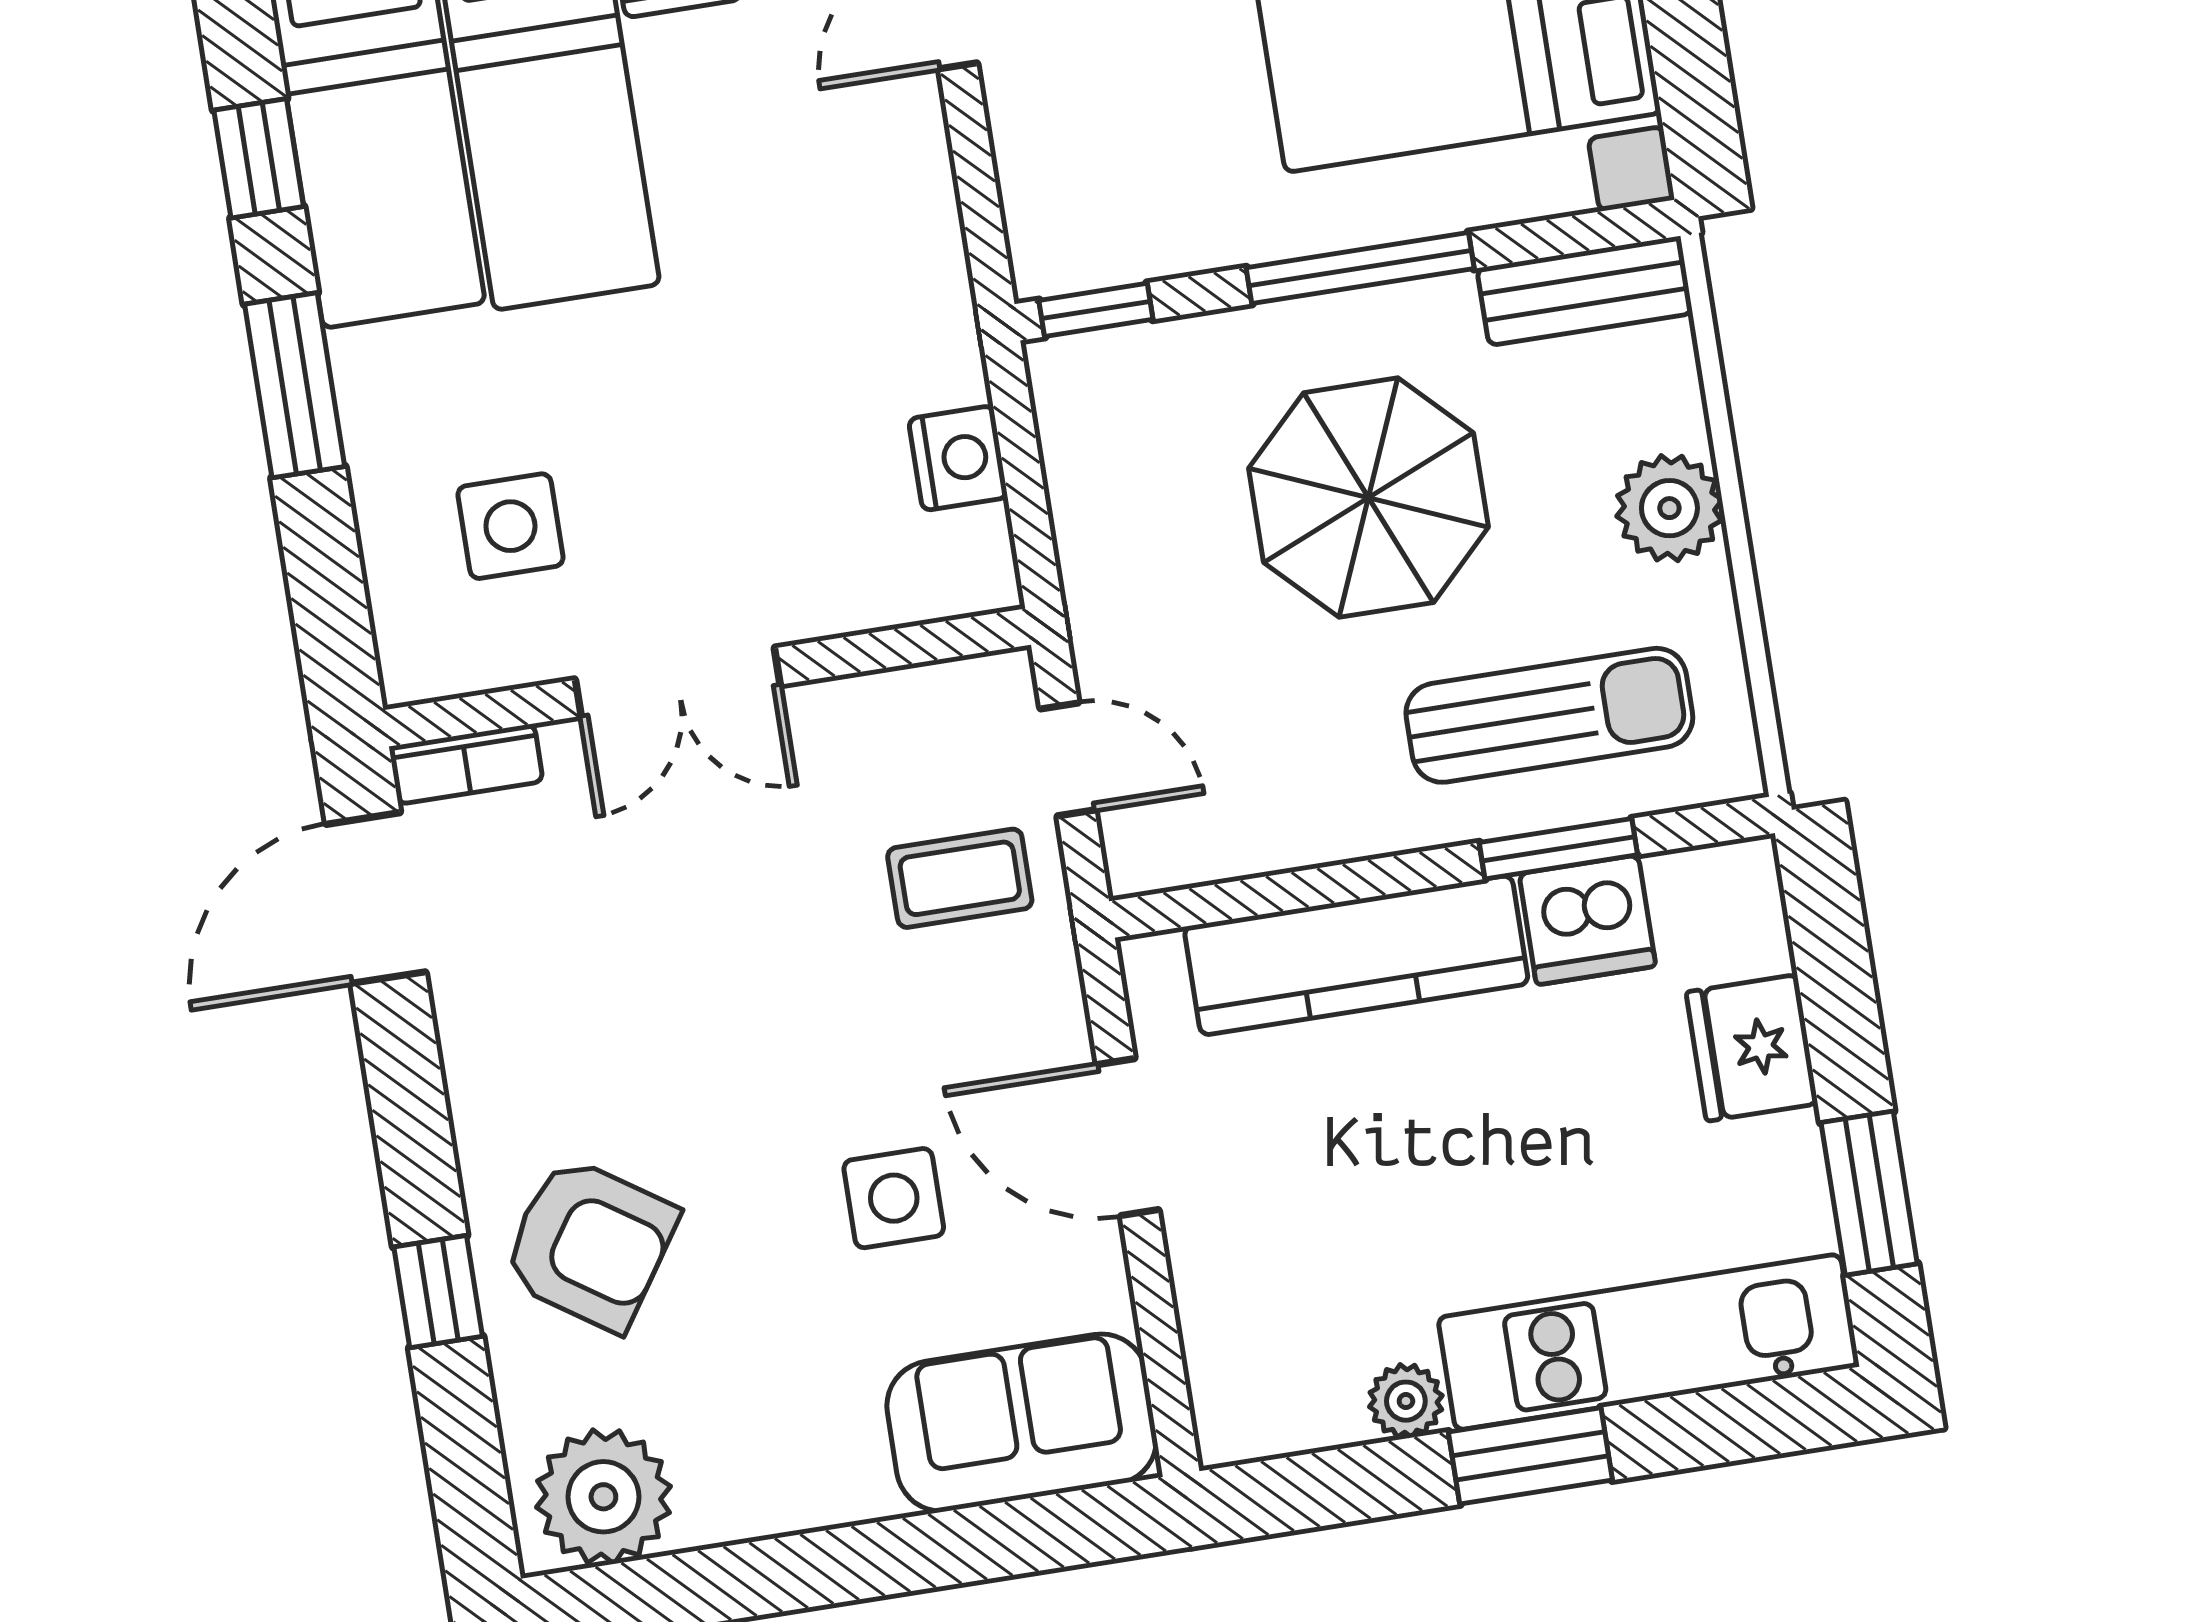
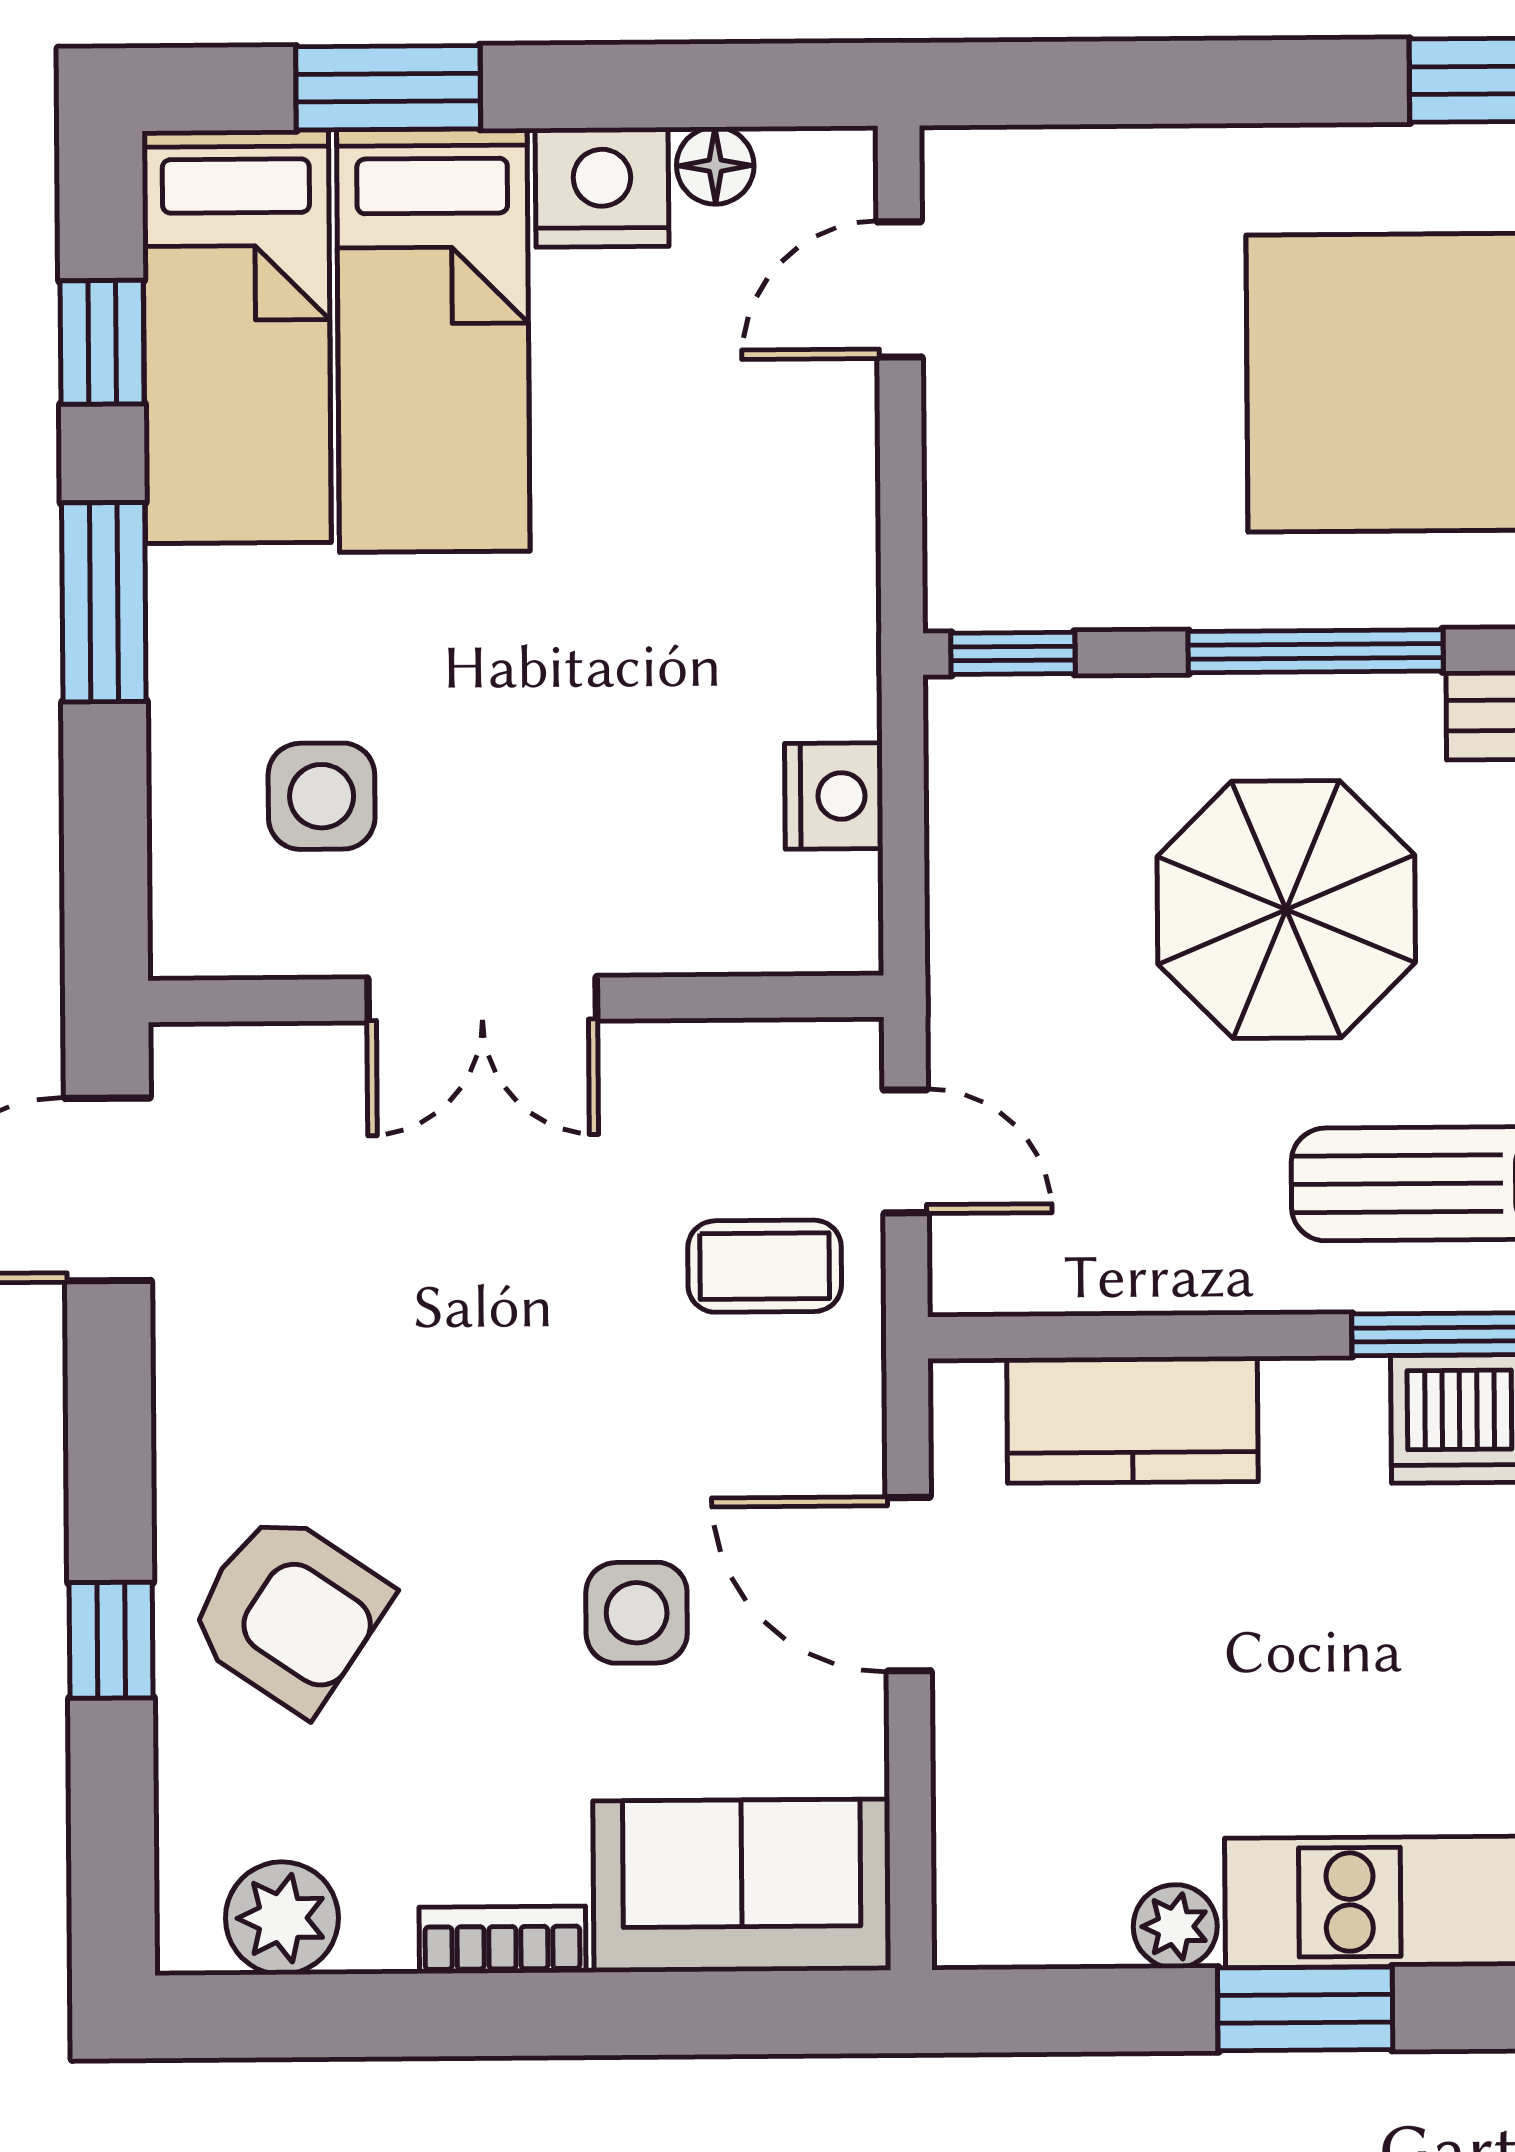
bookcase: (466, 764) -> (502, 1940), moved, turned 180
kitchen counter: (1356, 955) -> (1132, 1420), width x0.67
plant: (603, 1497) -> (282, 1918), width x0.73, depth x0.73

